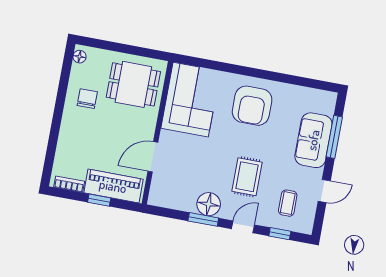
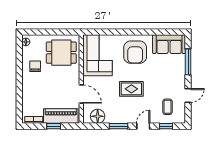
sofa: (313, 140) -> (169, 44), moved, turned -90
door: (153, 157) -> (81, 94), swing flipped
rug: (247, 177) -> (131, 89), moved, turned 90
floor lamp: (209, 204) -> (98, 116), moved

